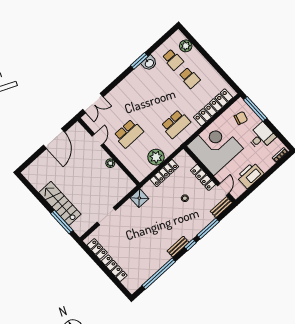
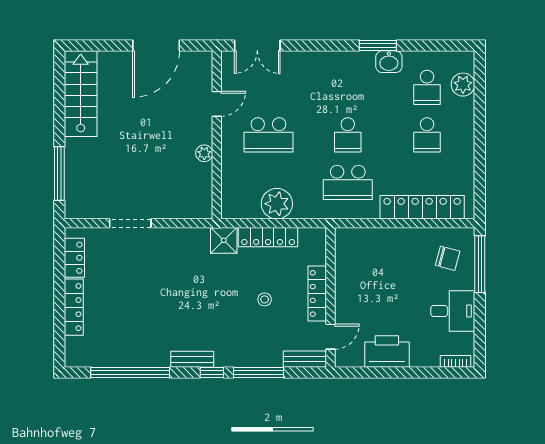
school desk: (159, 106) -> (348, 135), added
corner desk: (215, 147) -> (373, 266), removed
shower: (139, 198) -> (224, 240), moved
stairs: (60, 203) -> (81, 94), moved

